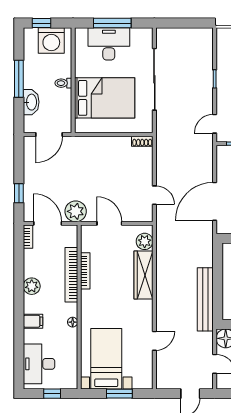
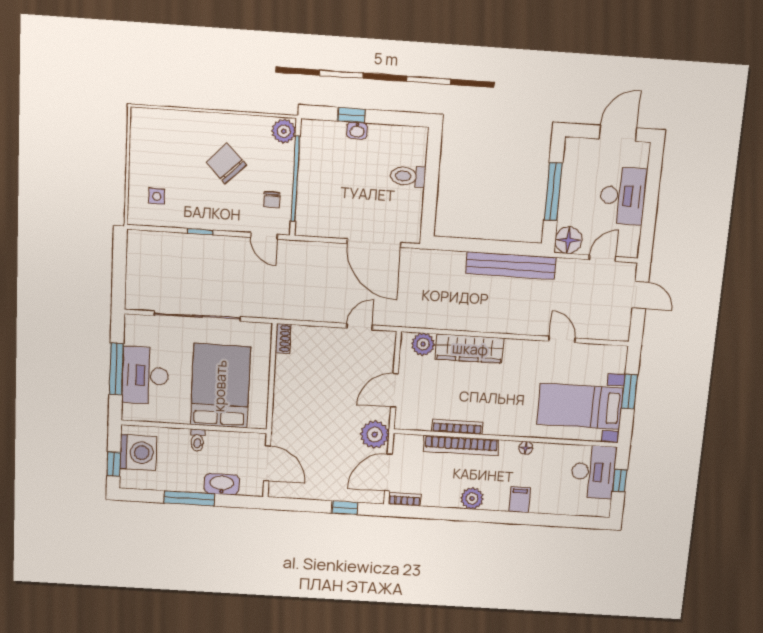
desk: (39, 364) -> (593, 472), moved, turned -90

